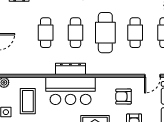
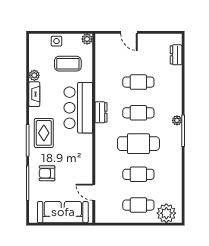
dresser: (70, 69) -> (101, 112), width x0.70
armchair: (123, 97) -> (72, 162), removed

